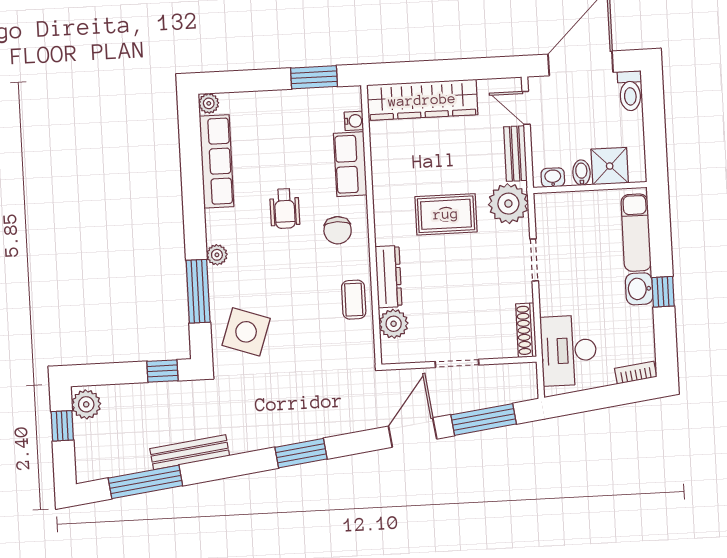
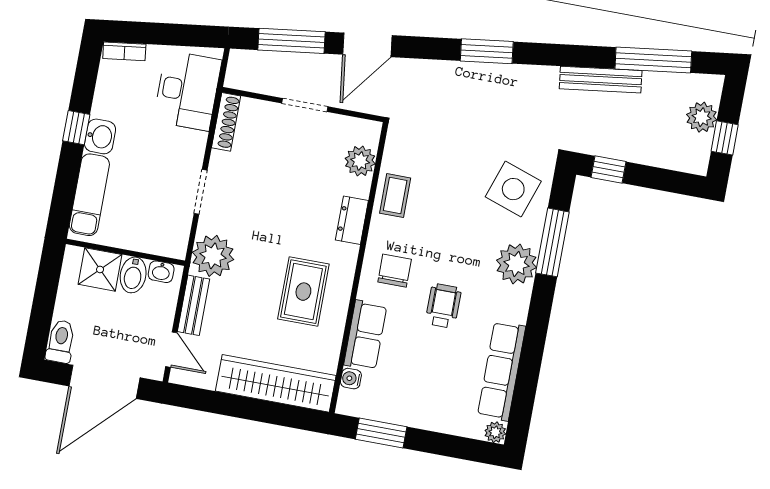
bidet: (581, 173) -> (133, 275), width x1.38, depth x1.36
rug: (446, 214) -> (303, 292), moved, turned 90
plant: (217, 255) -> (517, 264), width x1.88, depth x1.88
dresser: (389, 277) -> (352, 220), width x0.70
plant: (86, 404) -> (702, 117), moved

